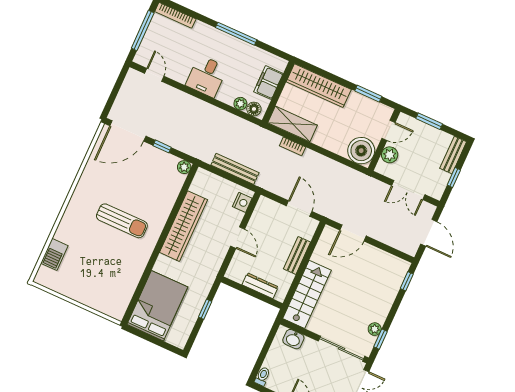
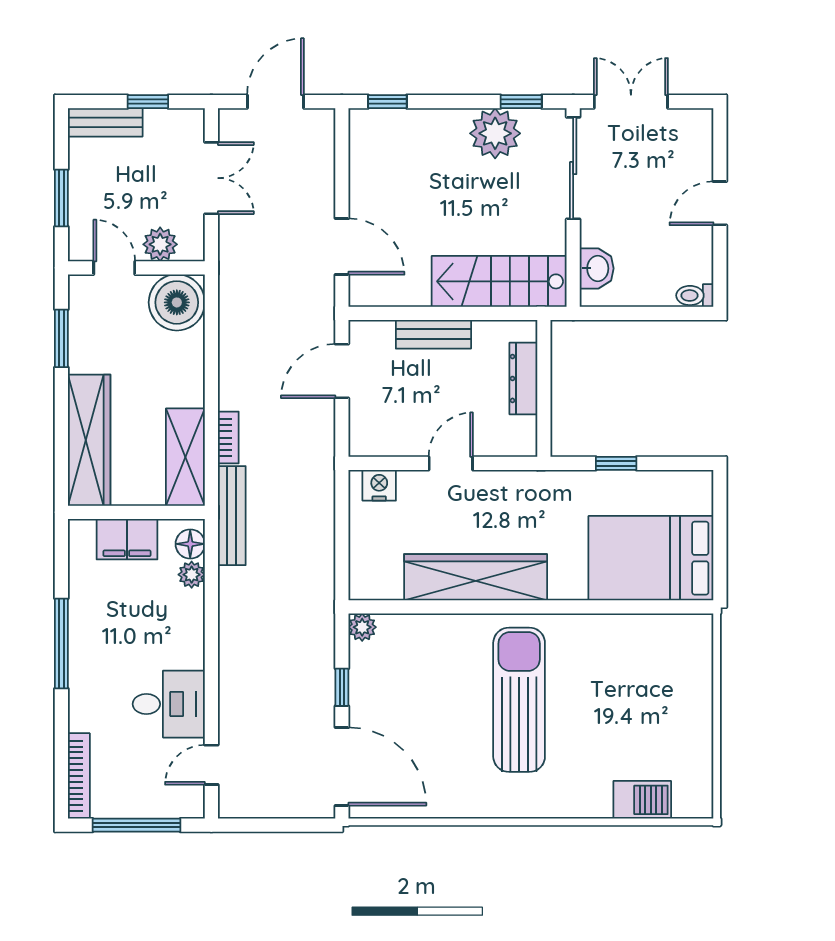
desk: (207, 76) -> (169, 704), moved
bench: (235, 169) -> (232, 516), moved
sun lounger: (122, 221) -> (519, 700), width x1.36, depth x1.34
plant: (375, 329) -> (495, 133), width x1.87, depth x1.87

